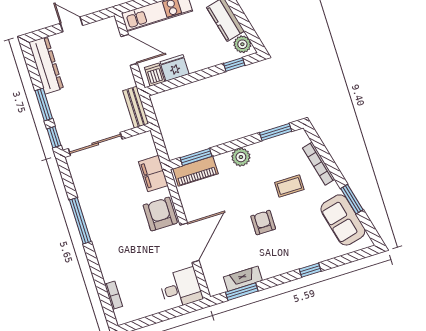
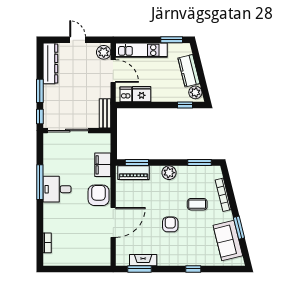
plant: (110, 30) -> (104, 52), added
desk: (181, 288) -> (57, 189), moved, turned 180

